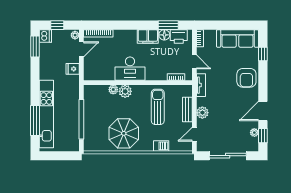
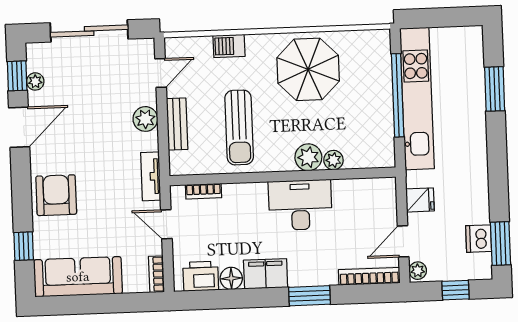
window: (168, 25) -> (310, 296), moved
dishwasher: (45, 36) -> (479, 239), moved
kitchen unit: (46, 114) -> (417, 99), moved, turned 180
window: (35, 121) -> (495, 89), width x0.69

